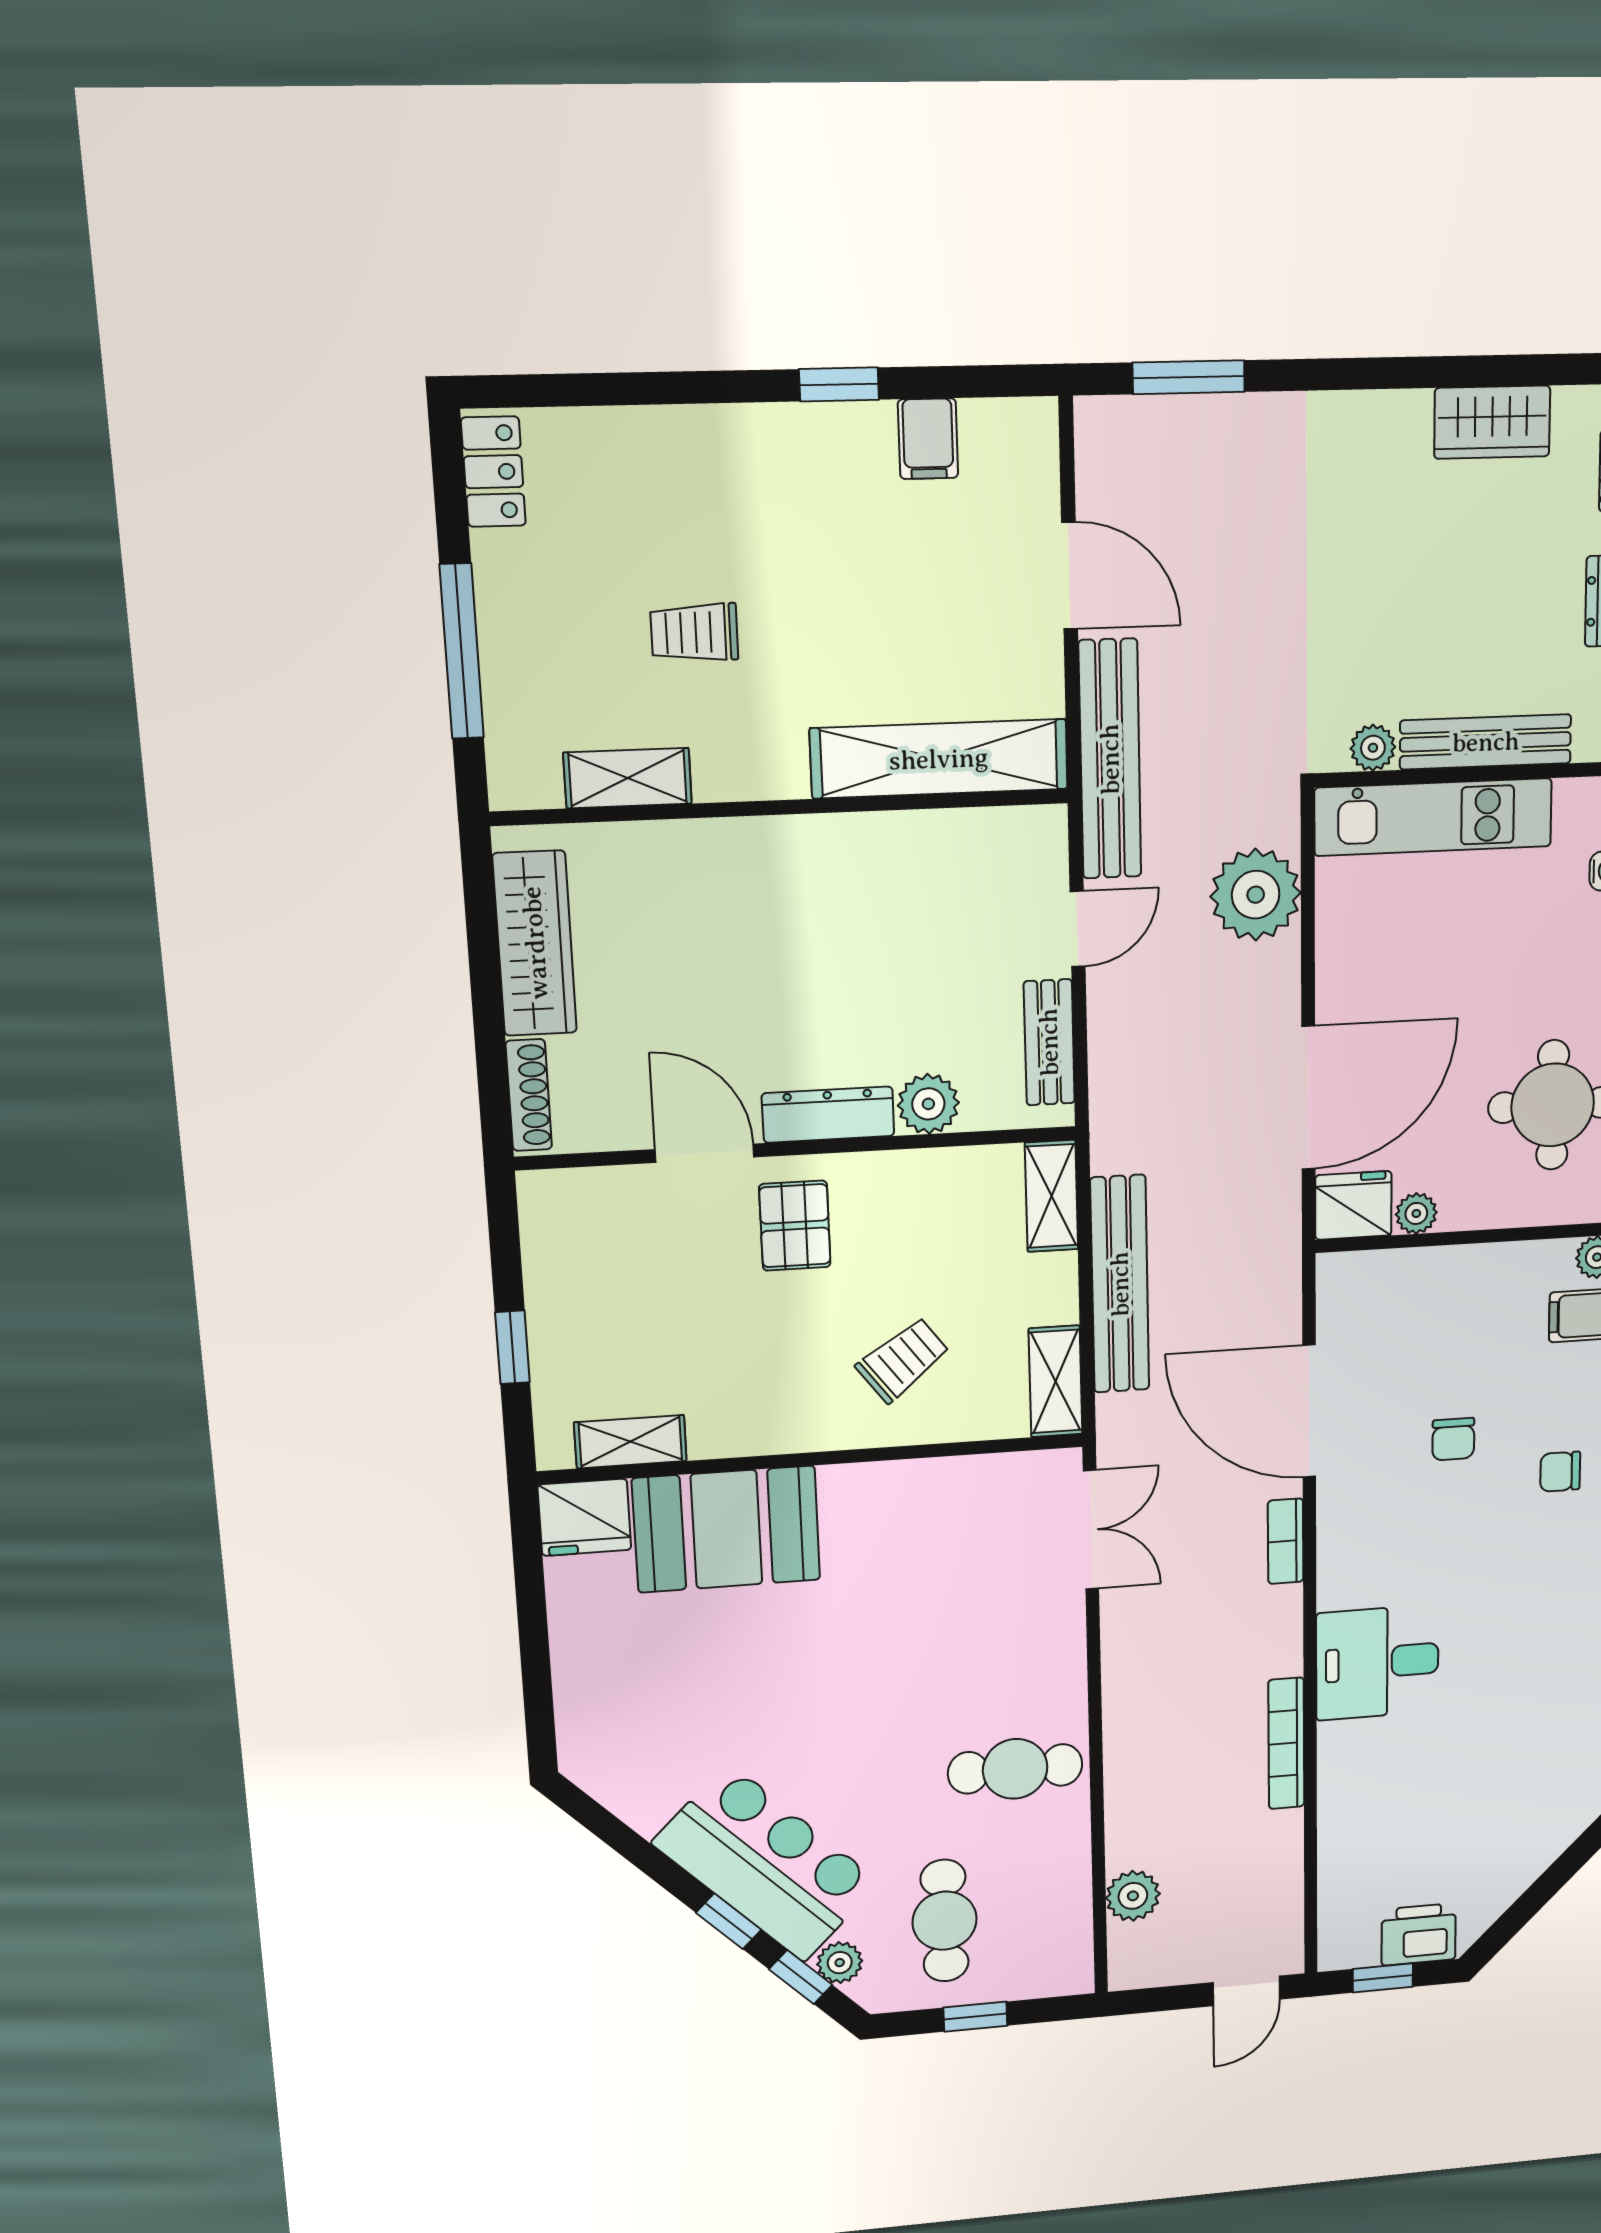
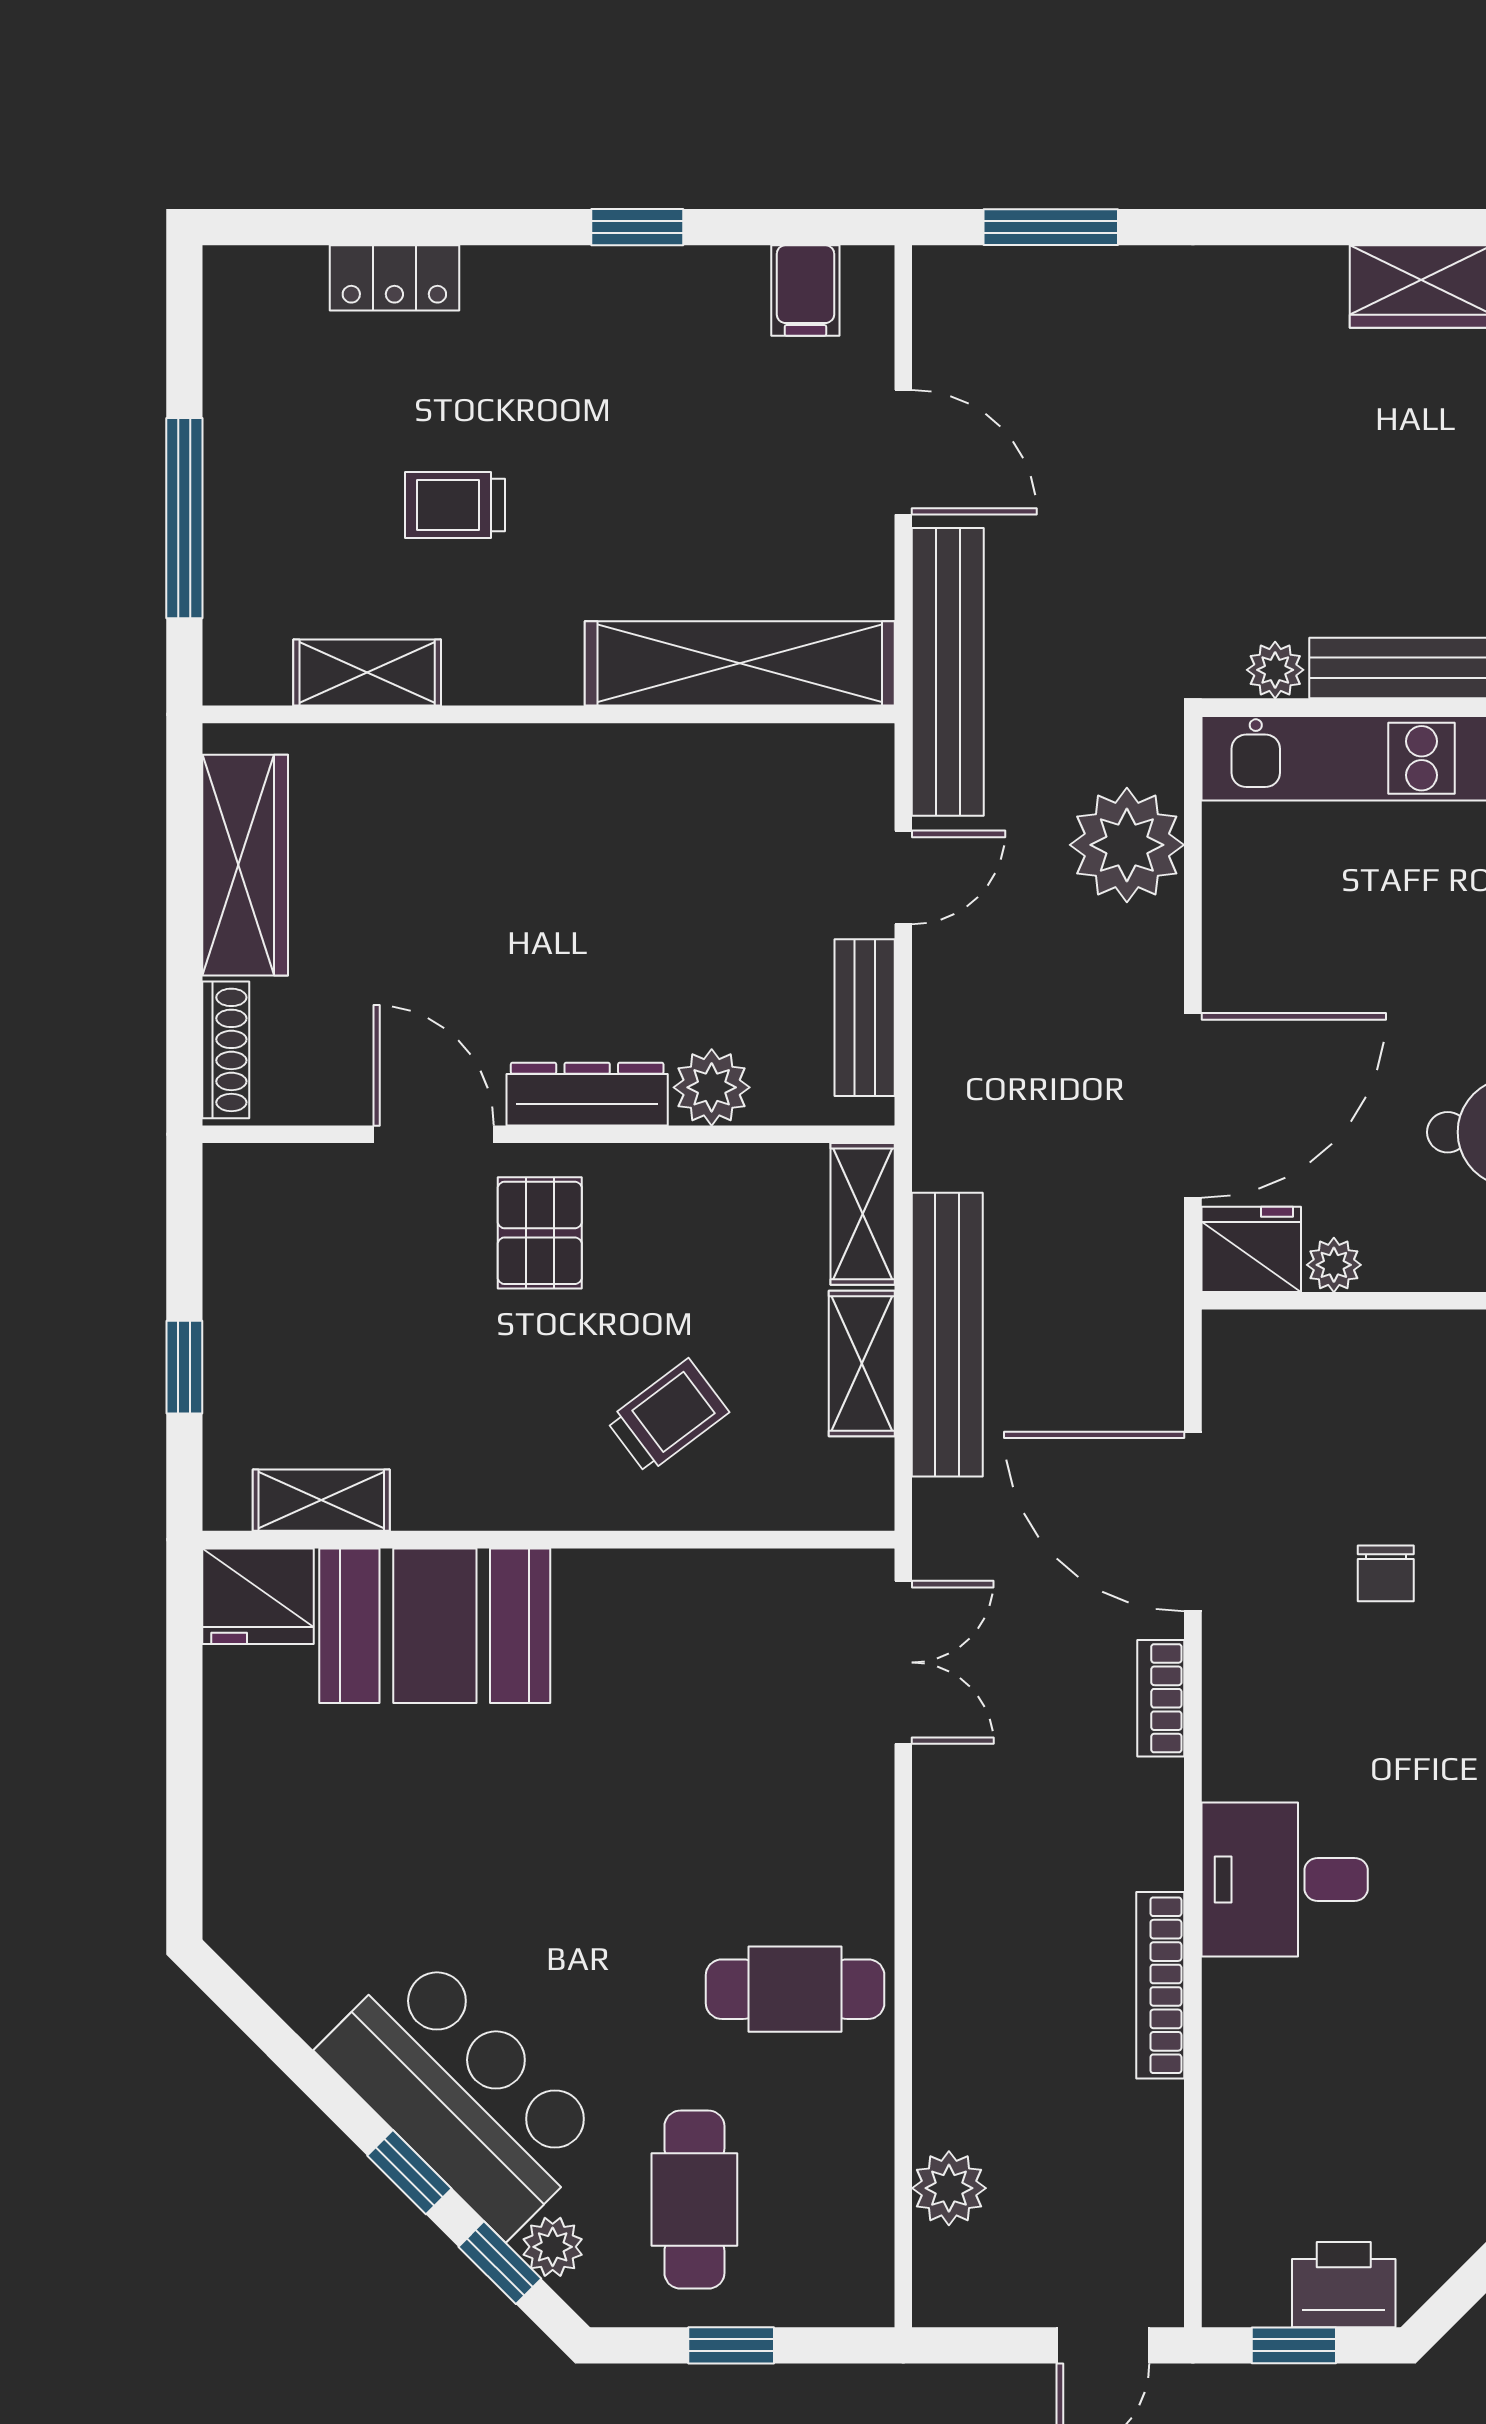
filing cabinet: (928, 439) -> (805, 291), moved
locker: (493, 472) -> (394, 278), moved, turned 90
shelving: (1055, 1381) -> (862, 1364), moved

